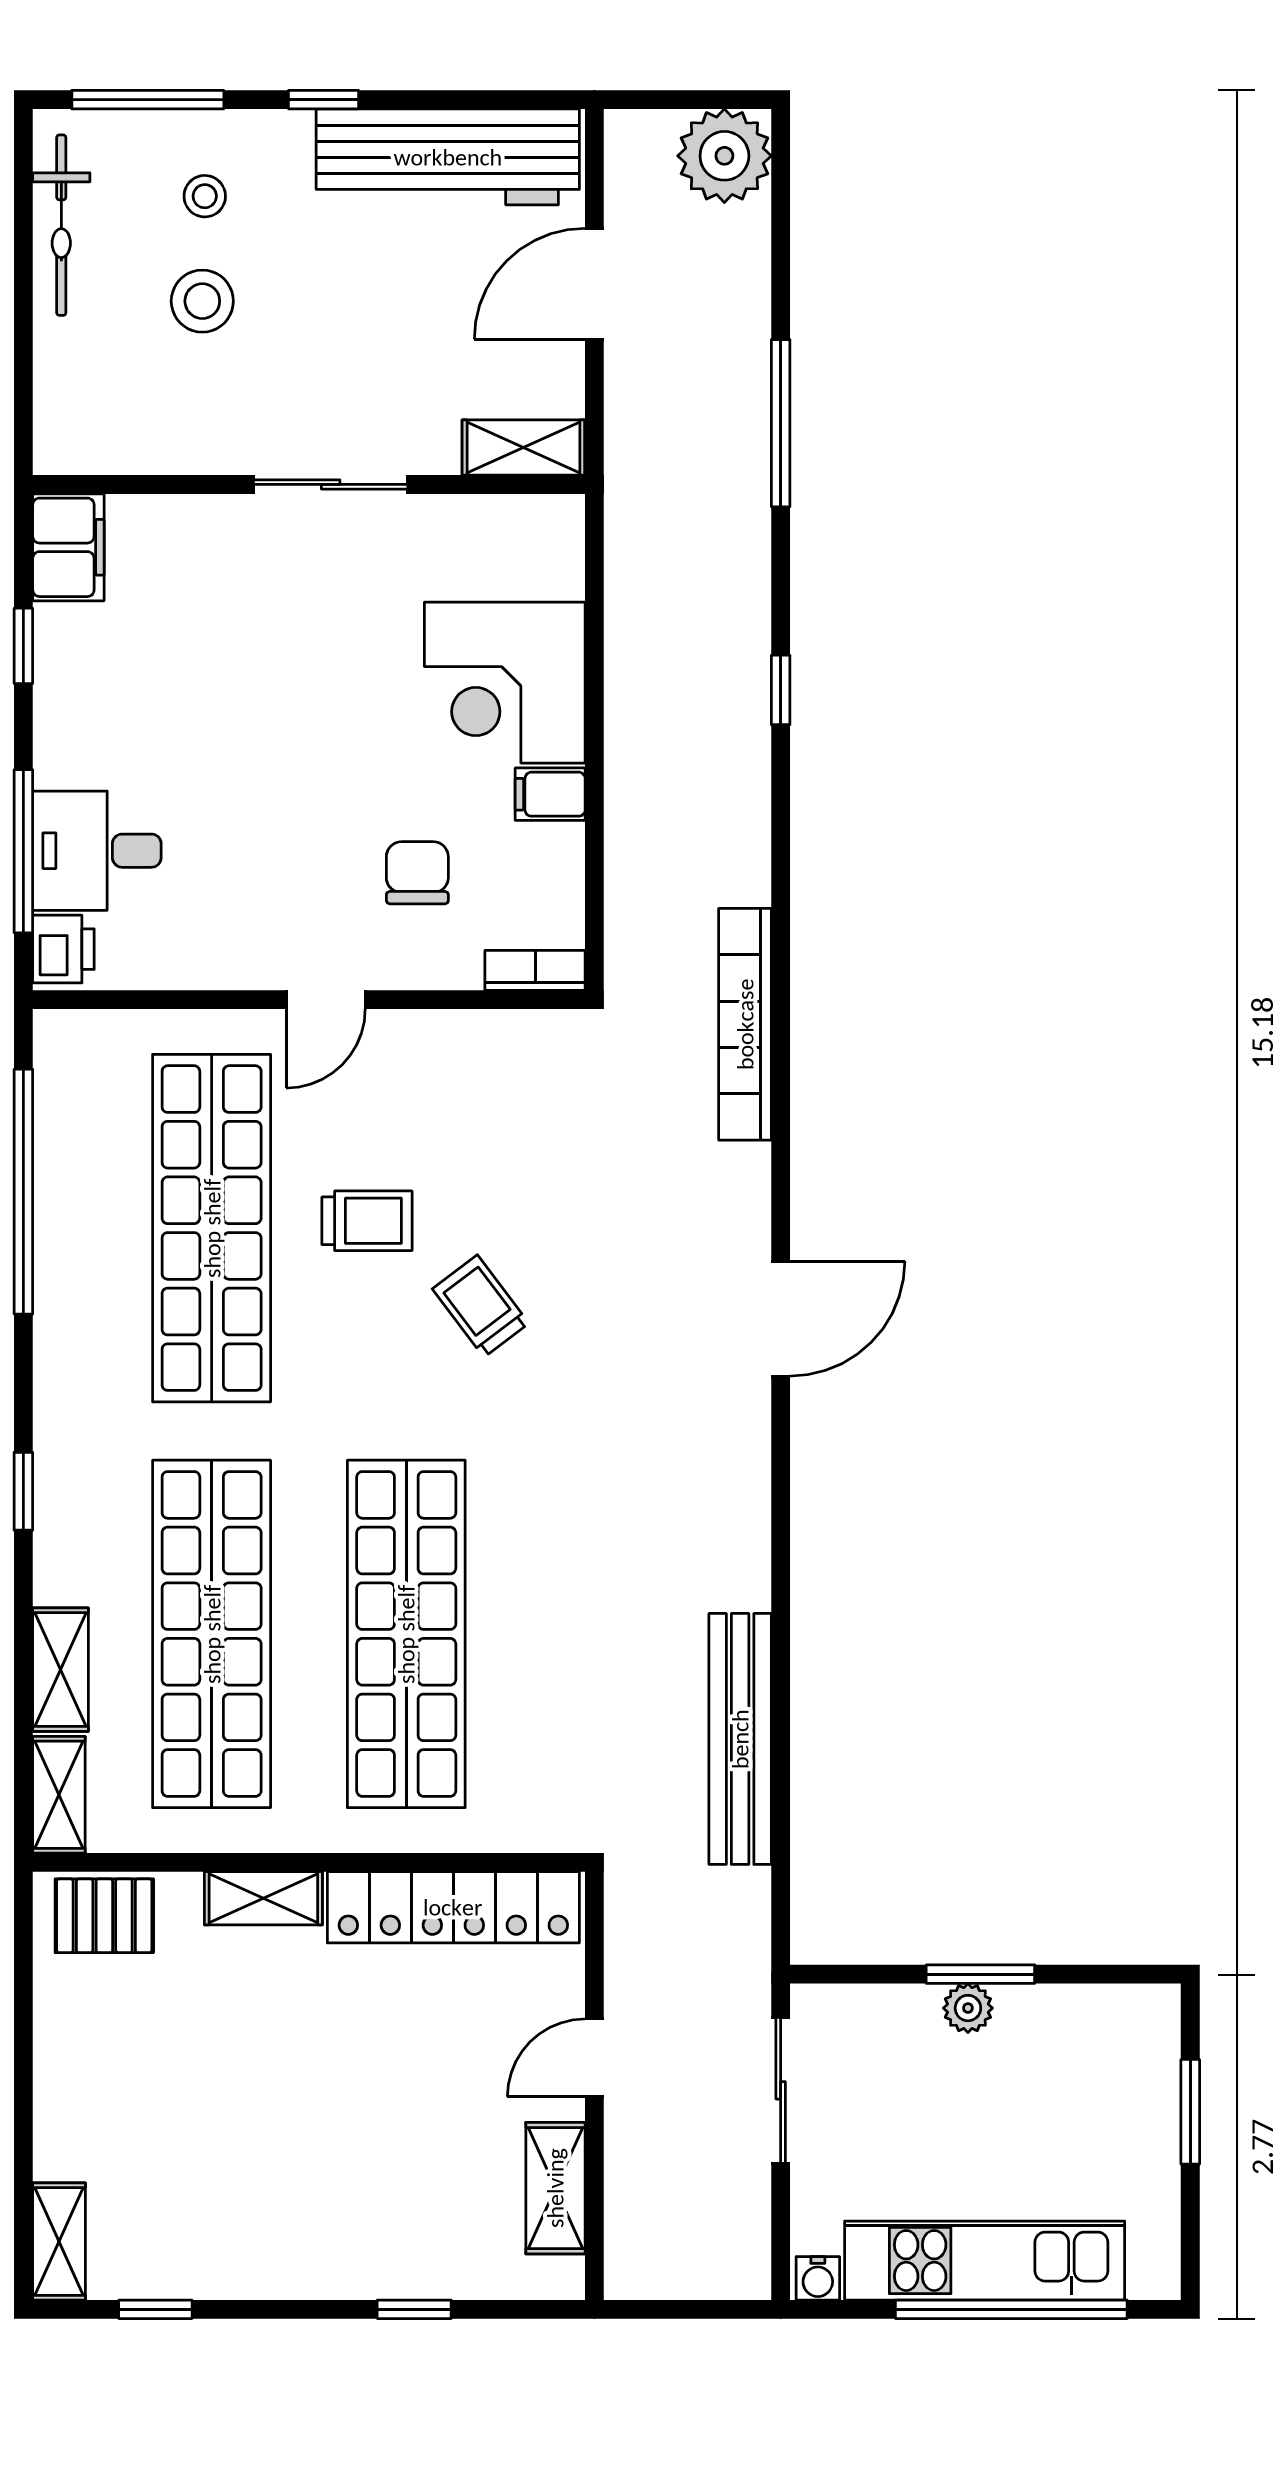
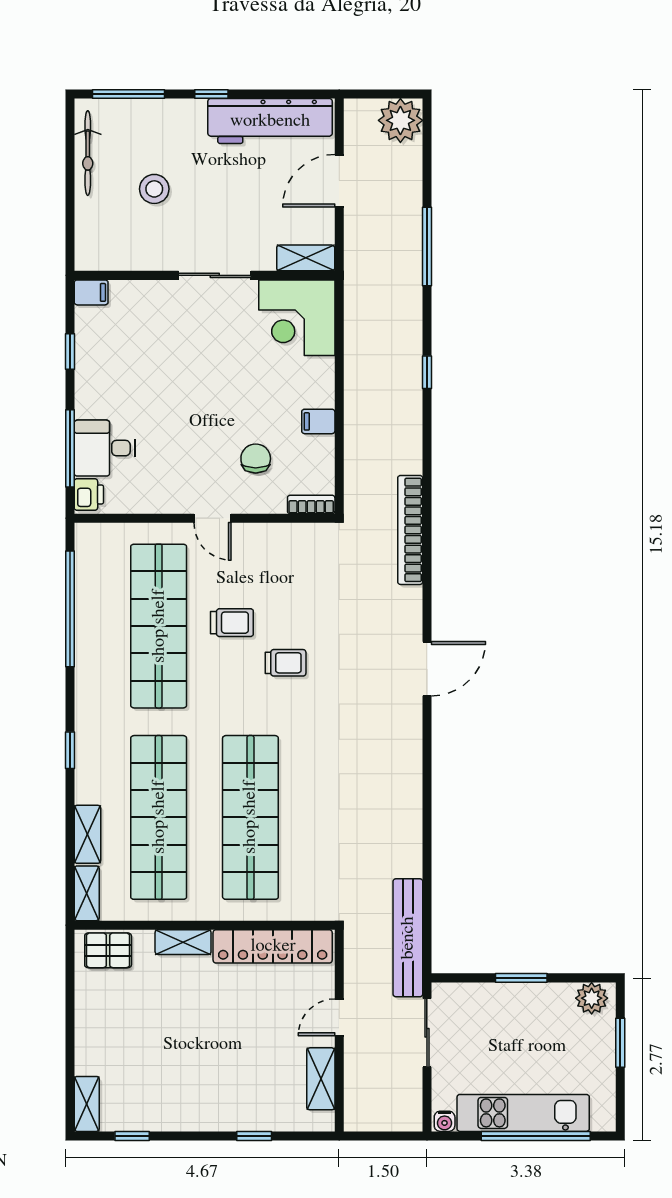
stool: (205, 196) -> (155, 139), removed
filing cabinet: (68, 547) -> (91, 292), width x0.50
corner desk: (505, 683) -> (297, 318), moved
door: (326, 1000) -> (212, 518), hinge flipped
trolley: (481, 1306) -> (286, 663), turned 127
bench: (740, 1739) -> (408, 938), moved
plant: (968, 2008) -> (592, 998), moved, width x1.38, depth x1.38

